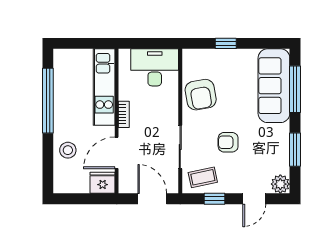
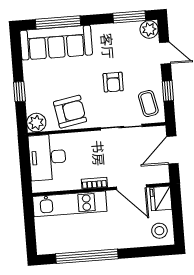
plant: (192, 59) -> (36, 123), added
stool: (68, 150) -> (159, 231), moved
window: (295, 150) -> (129, 17), moved

